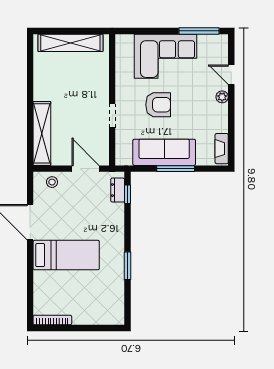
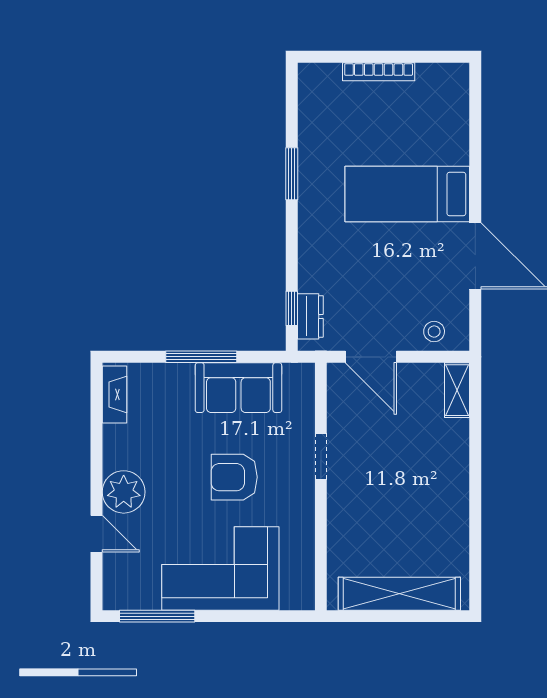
plant: (222, 97) -> (124, 492), width x1.88, depth x1.88
shelving: (42, 133) -> (457, 390), width x0.45, depth x0.75
sofa: (164, 152) -> (238, 388), width x0.73
bookcase: (52, 320) -> (379, 72), moved

